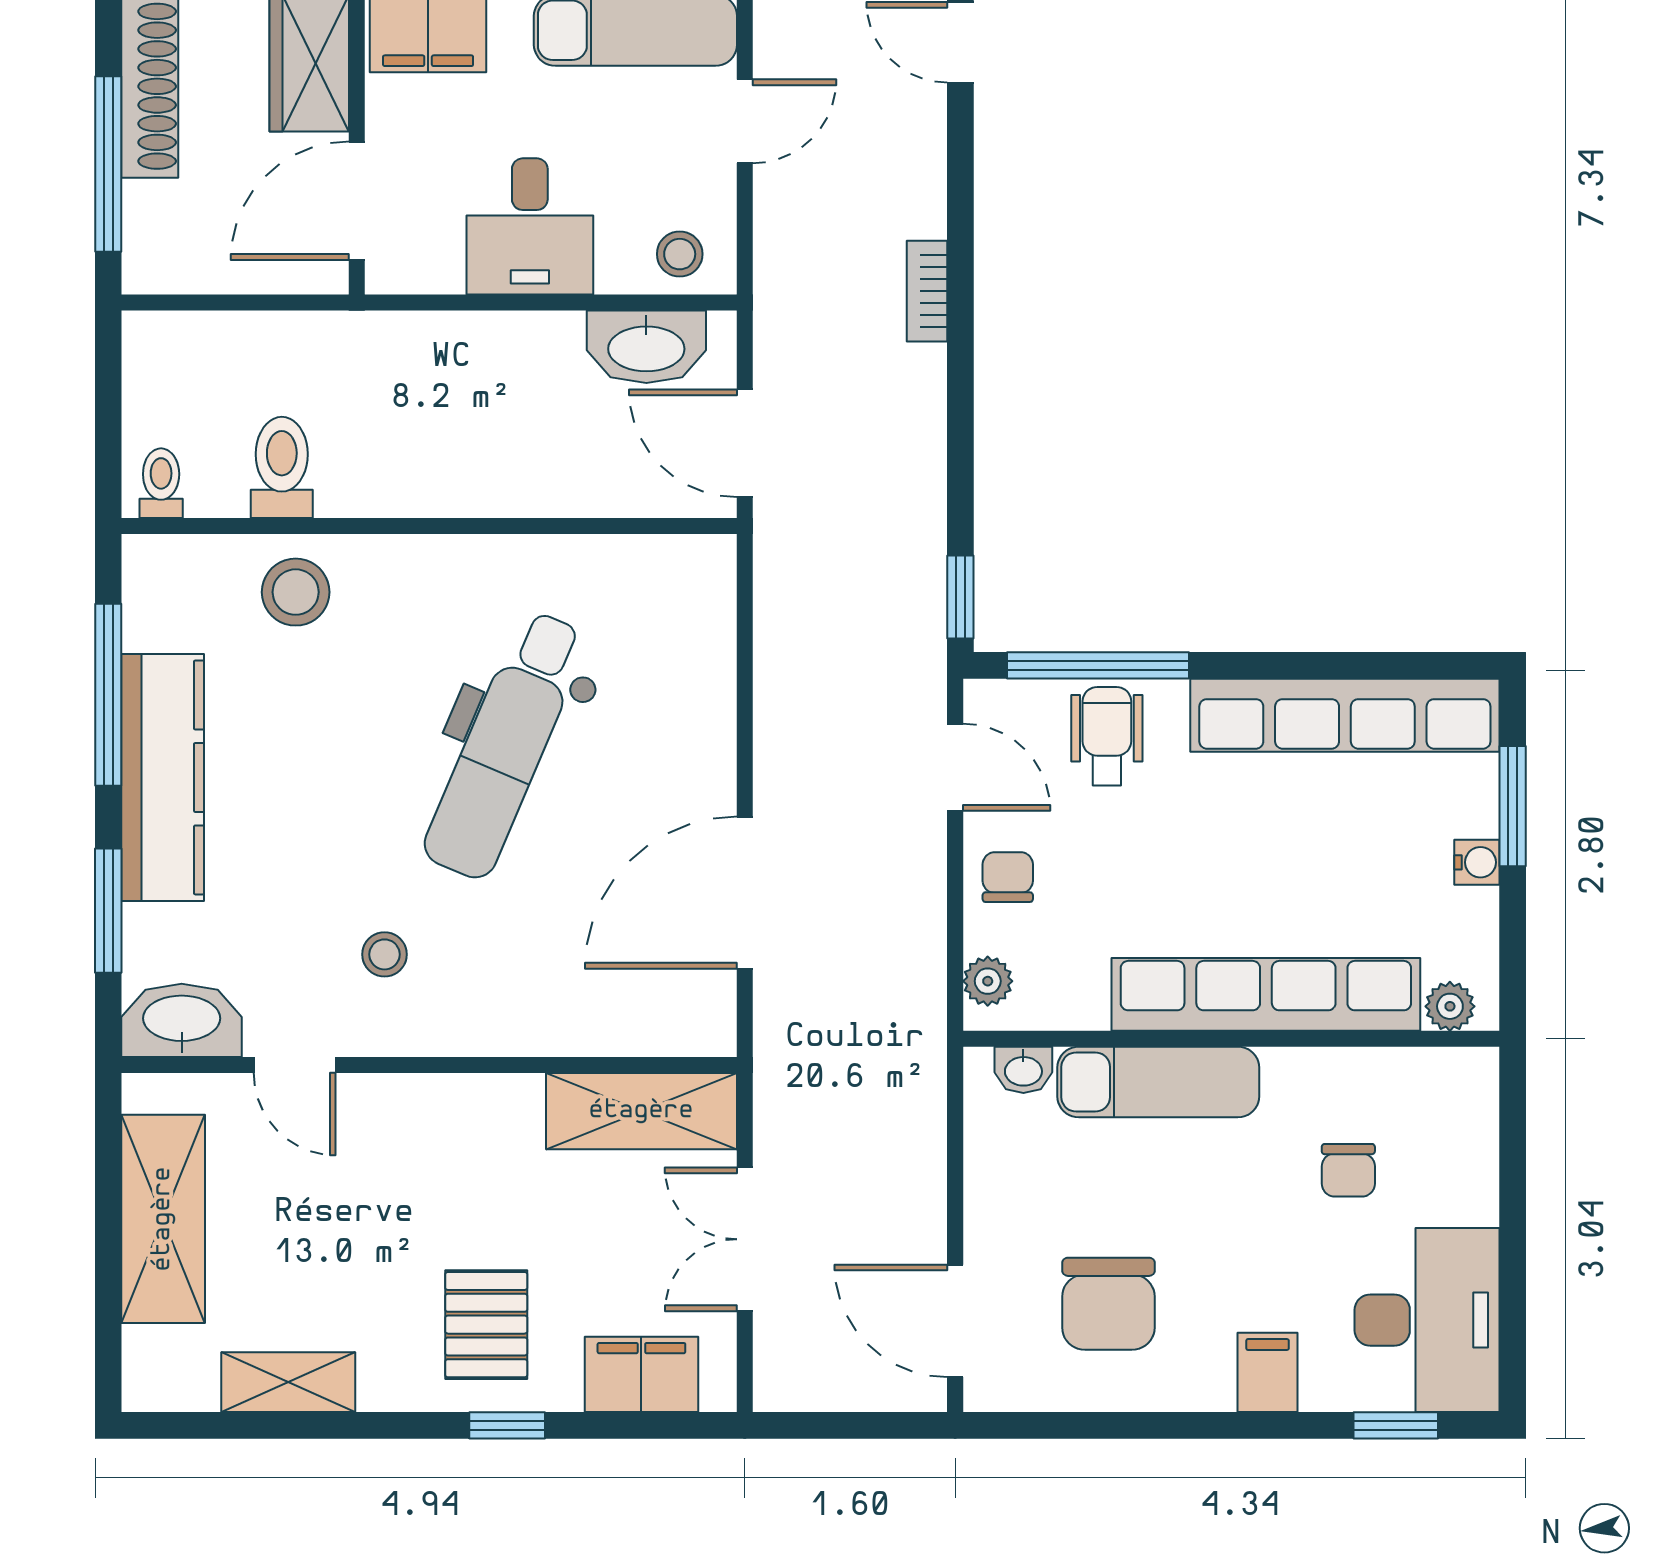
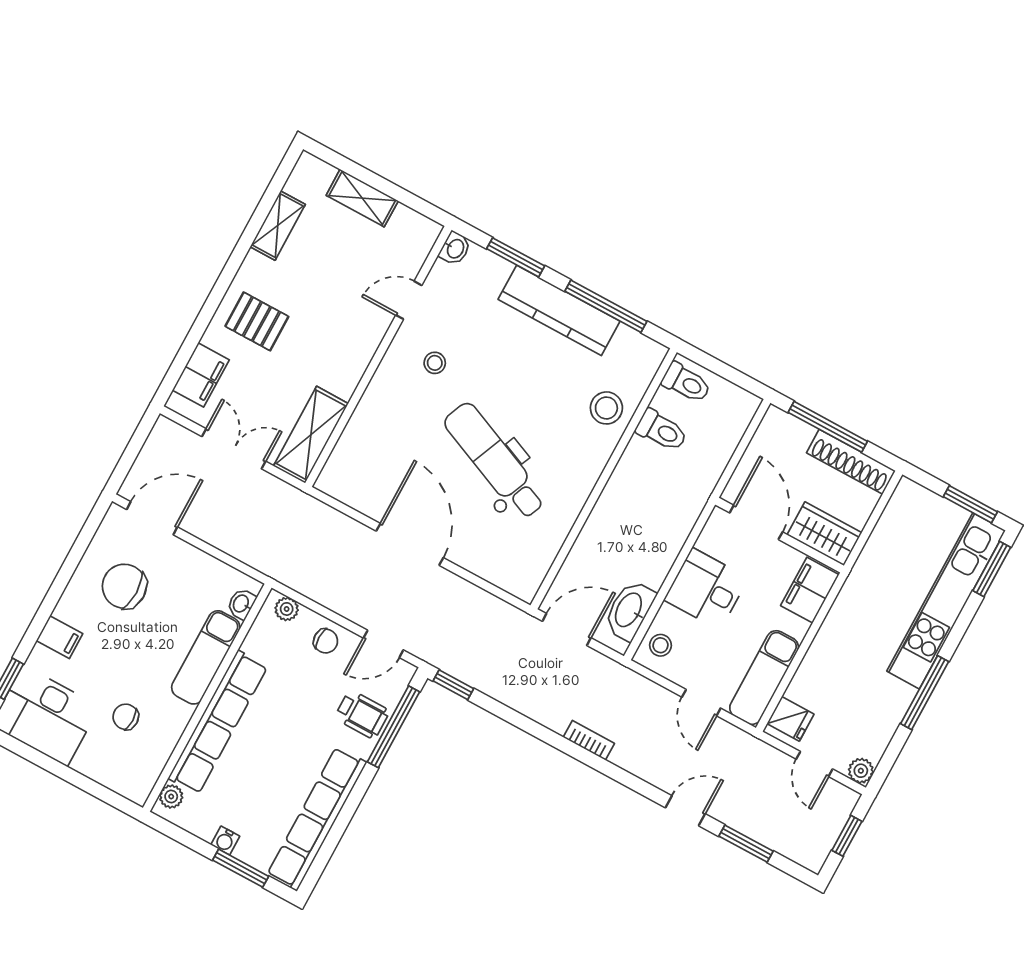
toilet: (161, 483) -> (686, 383), width x1.37, depth x1.39
door: (745, 893) -> (410, 544), moved
washbasin: (182, 1020) -> (455, 248), width x0.52, depth x0.69
shelving: (163, 1219) -> (362, 198), width x0.67, depth x0.75
window: (507, 1425) -> (210, 307), removed

